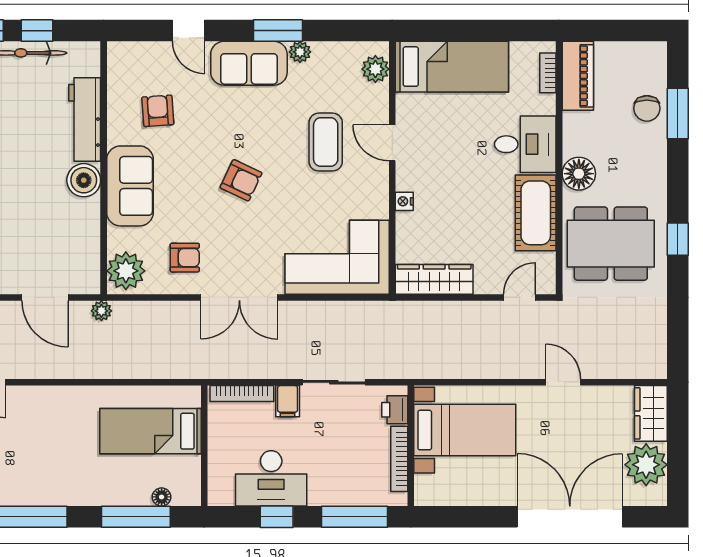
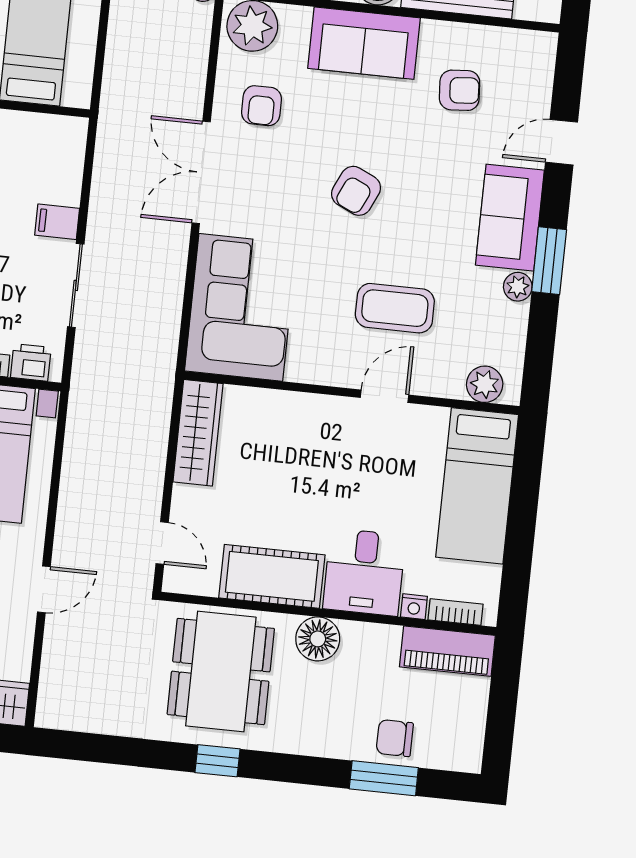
nightstand: (404, 201) -> (414, 607), moved, turned 180
bookcase: (242, 394) -> (74, 162), removed

